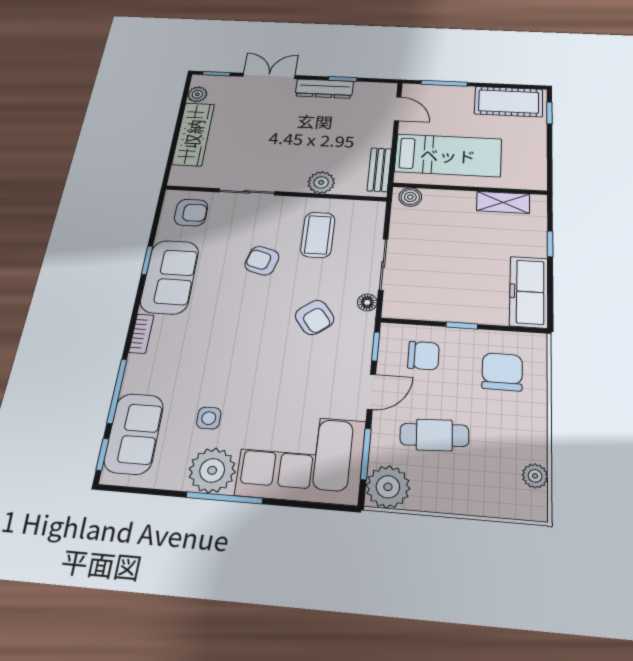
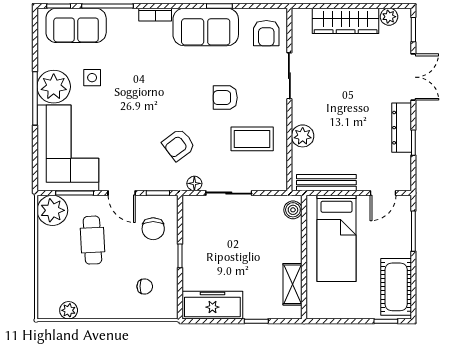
bench: (379, 170) -> (326, 183), width x1.36
armchair: (262, 261) -> (225, 98), turned -105
chair: (502, 372) -> (145, 286), width x0.54, depth x0.54

